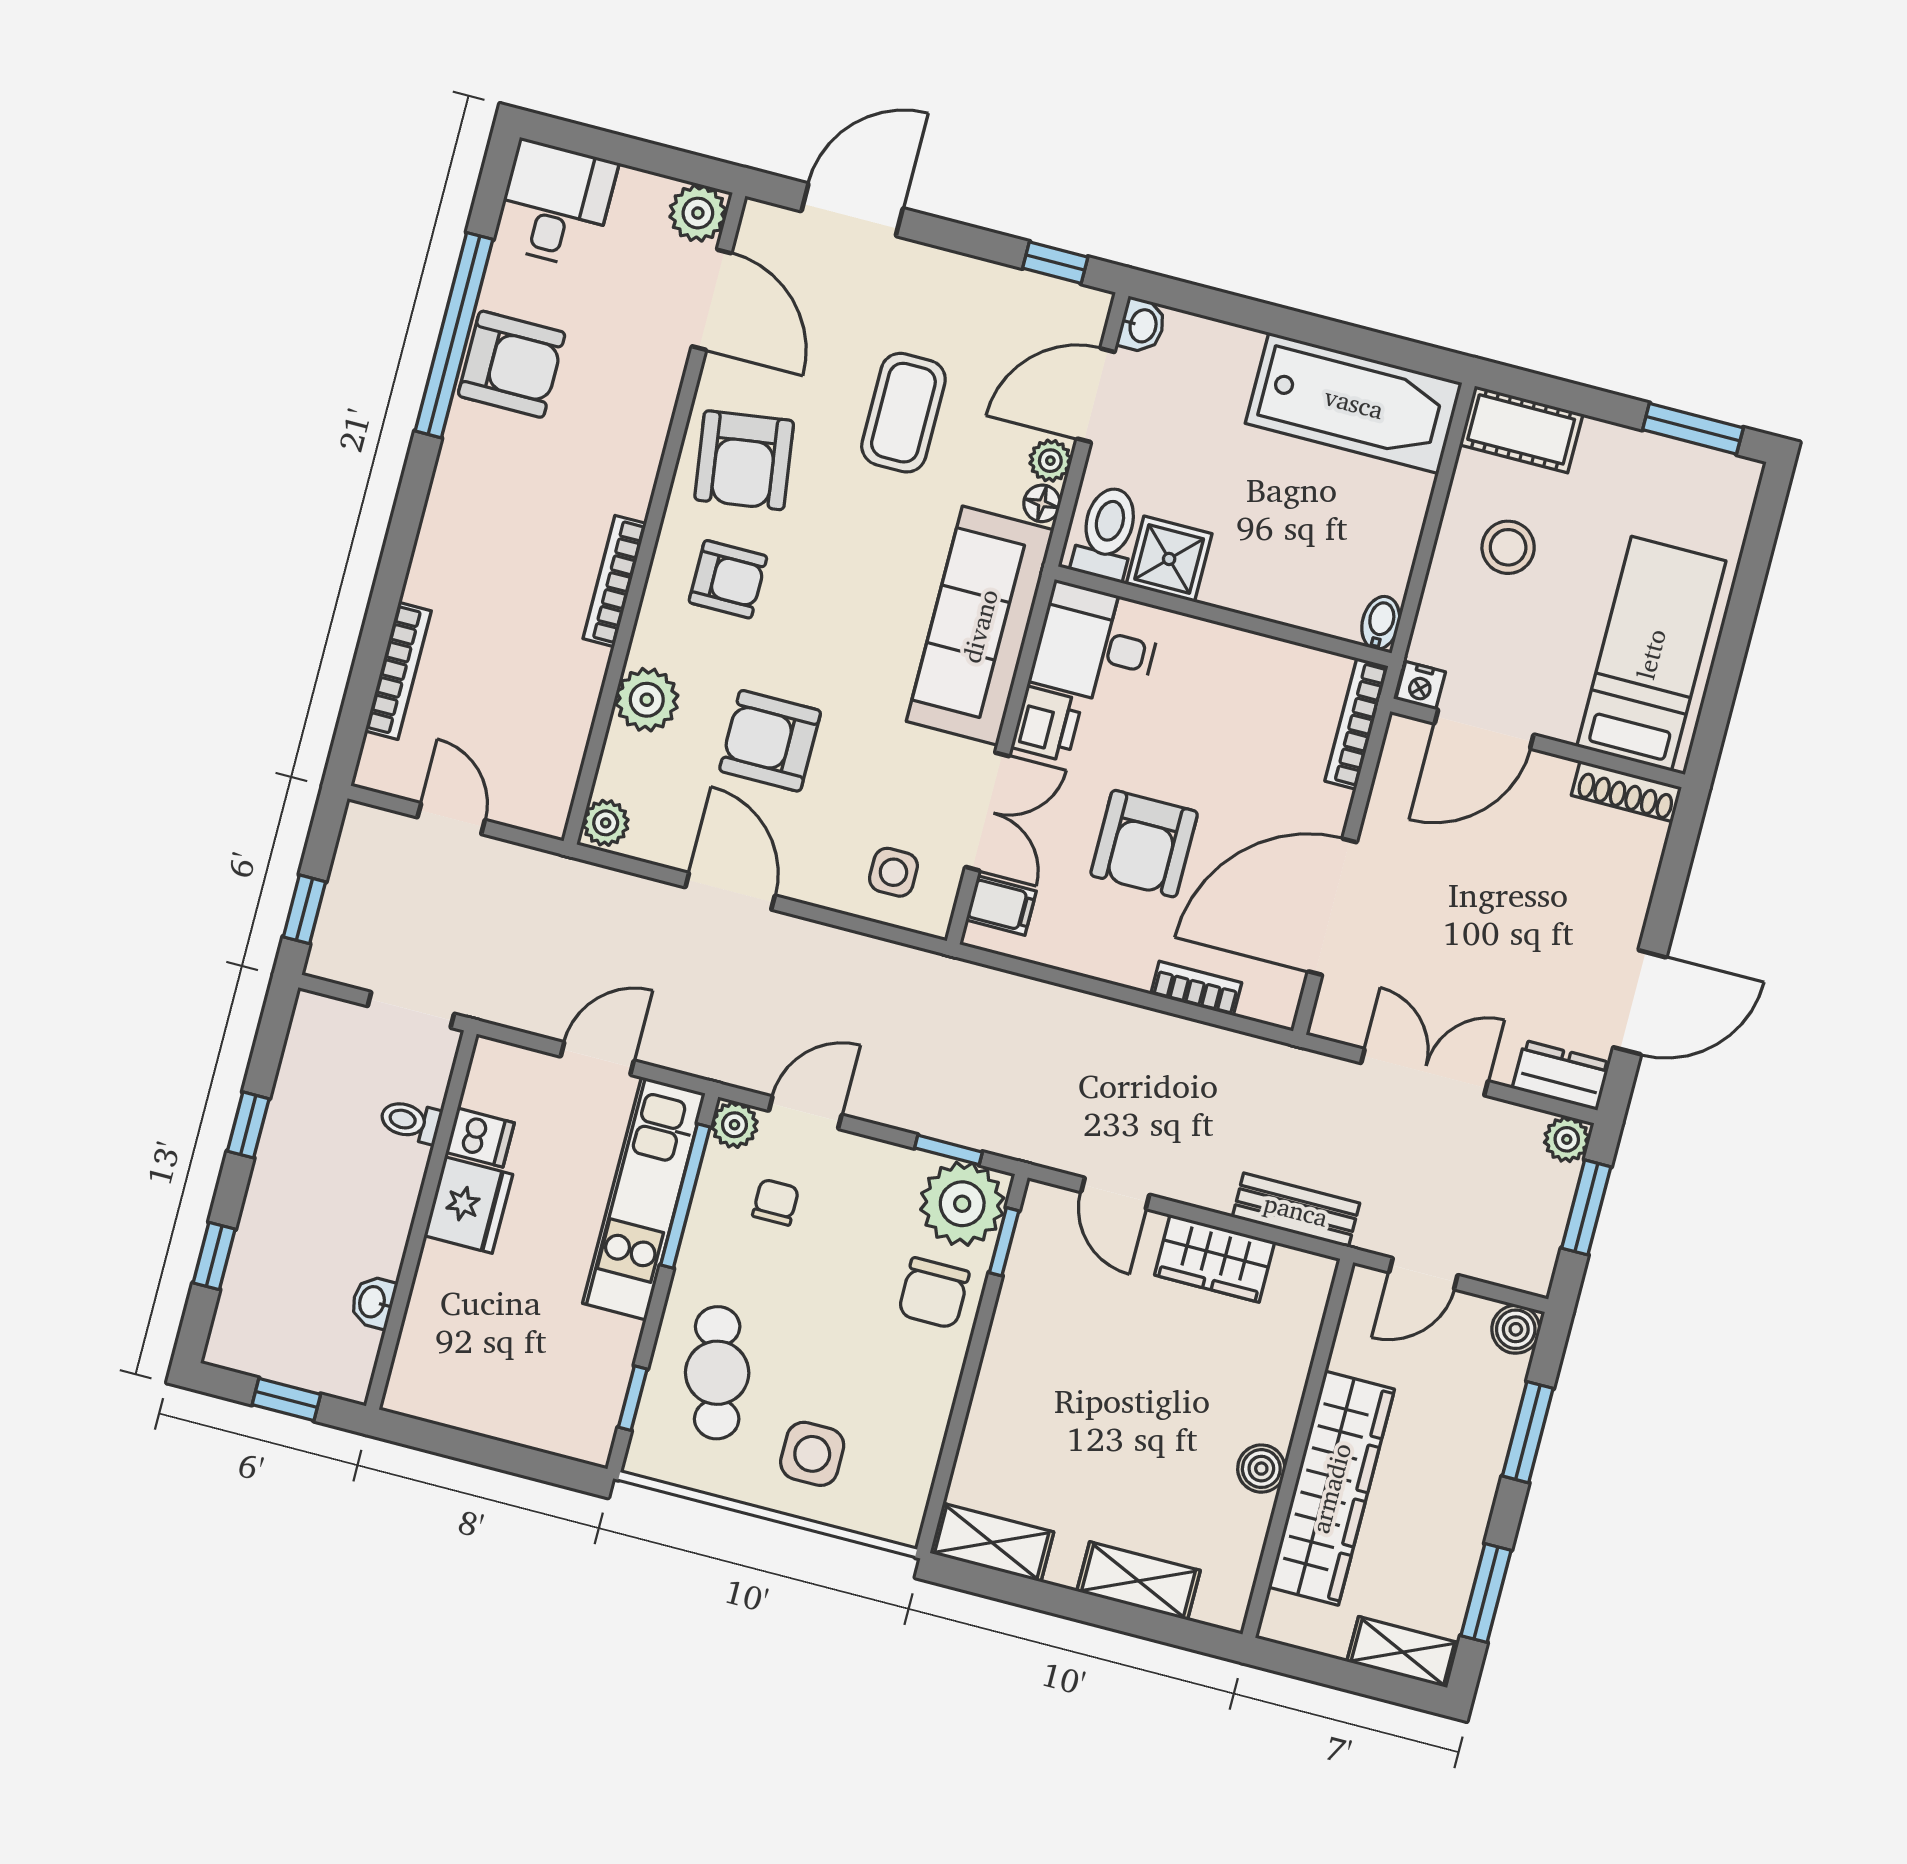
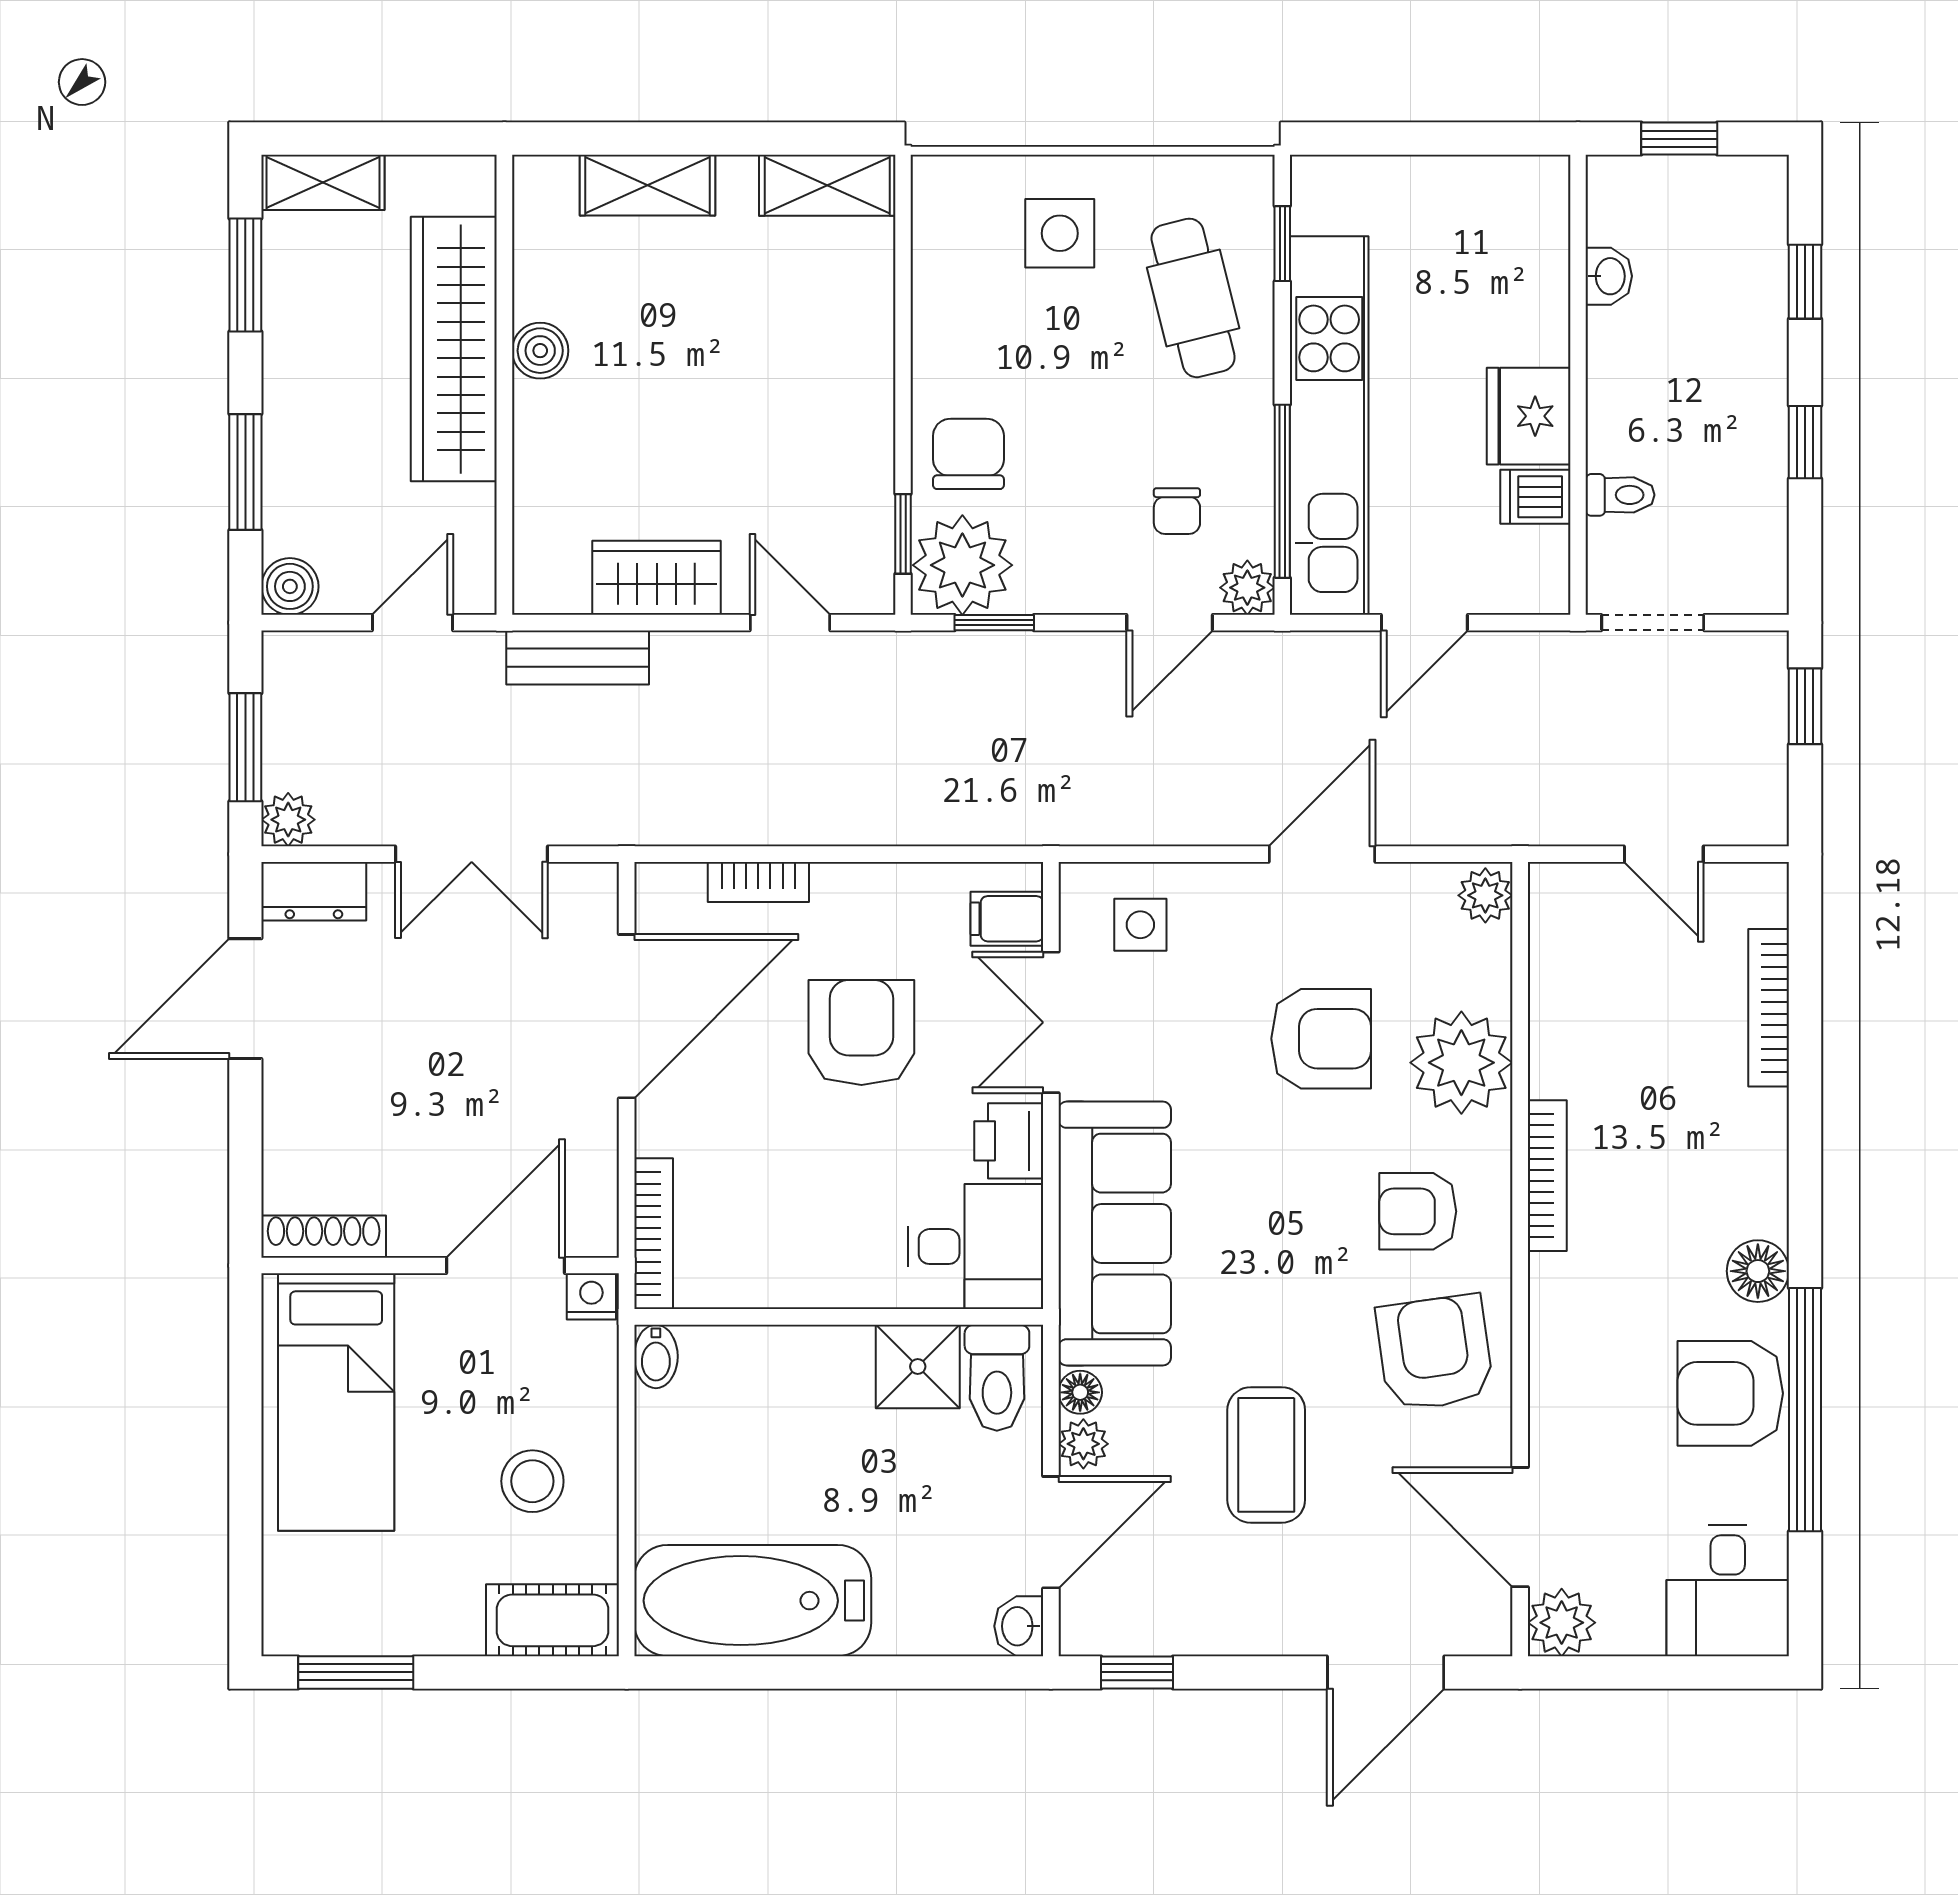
floor lamp: (463, 458) -> (1758, 1271), added
plant: (647, 700) -> (1461, 1063), width x1.36, depth x1.36
door: (730, 891) -> (1322, 854), swing flipped
kitchen unit: (644, 1198) -> (1329, 426), width x1.36

